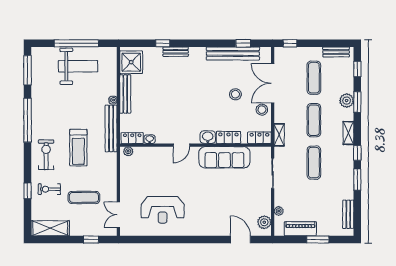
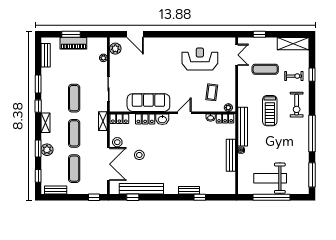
shower: (131, 62) -> (226, 182), removed
treadmill: (78, 148) -> (270, 111), turned 180
coffee table: (148, 170) -> (212, 92), added
piano: (300, 229) -> (73, 43), moved

